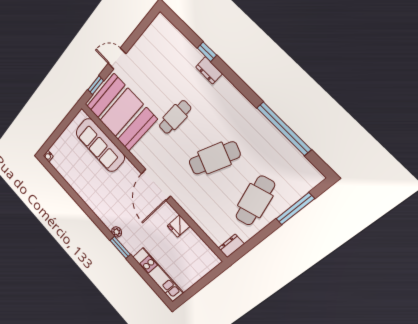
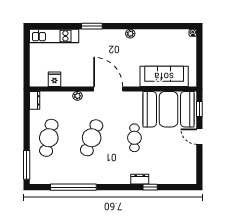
door: (117, 59) -> (199, 137), swing flipped
cafe table: (255, 201) -> (49, 138), turned 30
plant: (188, 208) -> (78, 96), added
window: (295, 209) -> (27, 165), moved
fridge: (179, 226) -> (54, 79), moved
plant: (117, 232) -> (130, 34), moved

